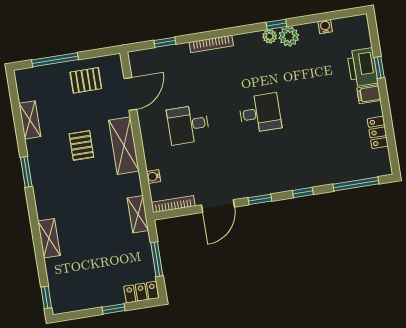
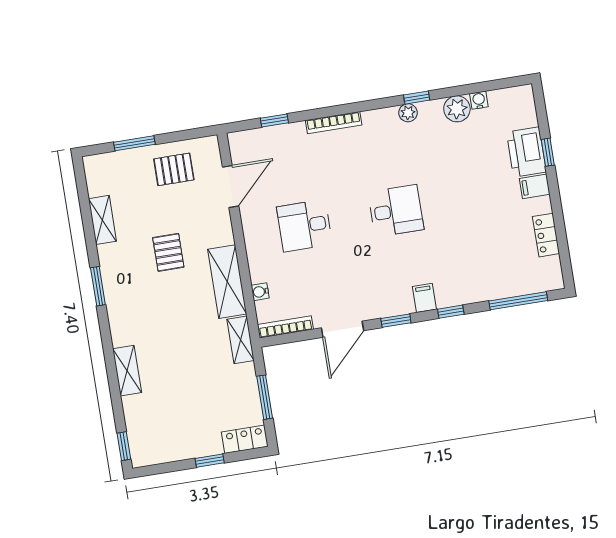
plant: (289, 36) -> (457, 109), moved
window: (55, 60) -> (134, 143), width x0.69
shelving: (124, 146) -> (227, 282), moved
filing cabinet: (282, 182) -> (424, 298), added

